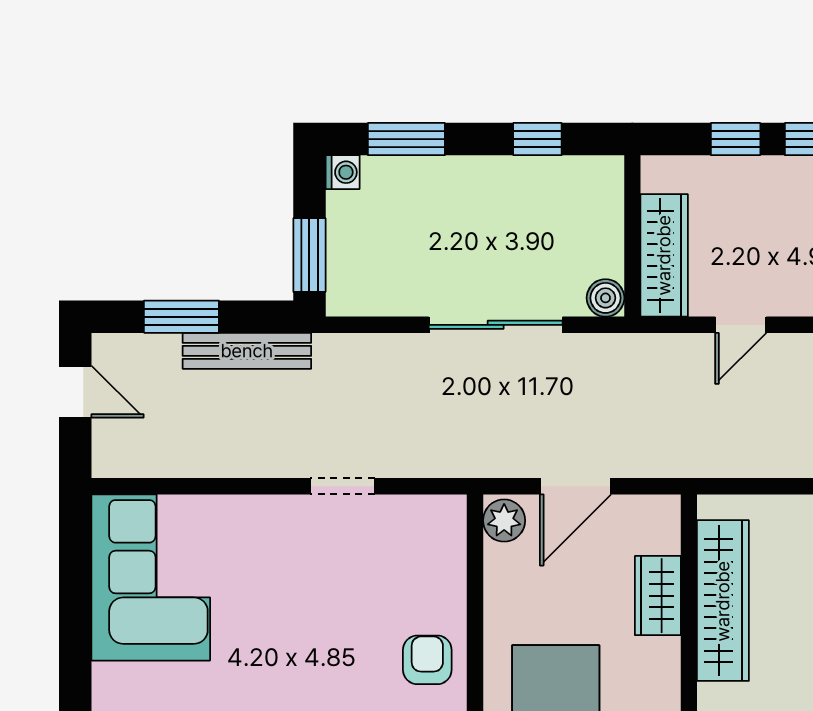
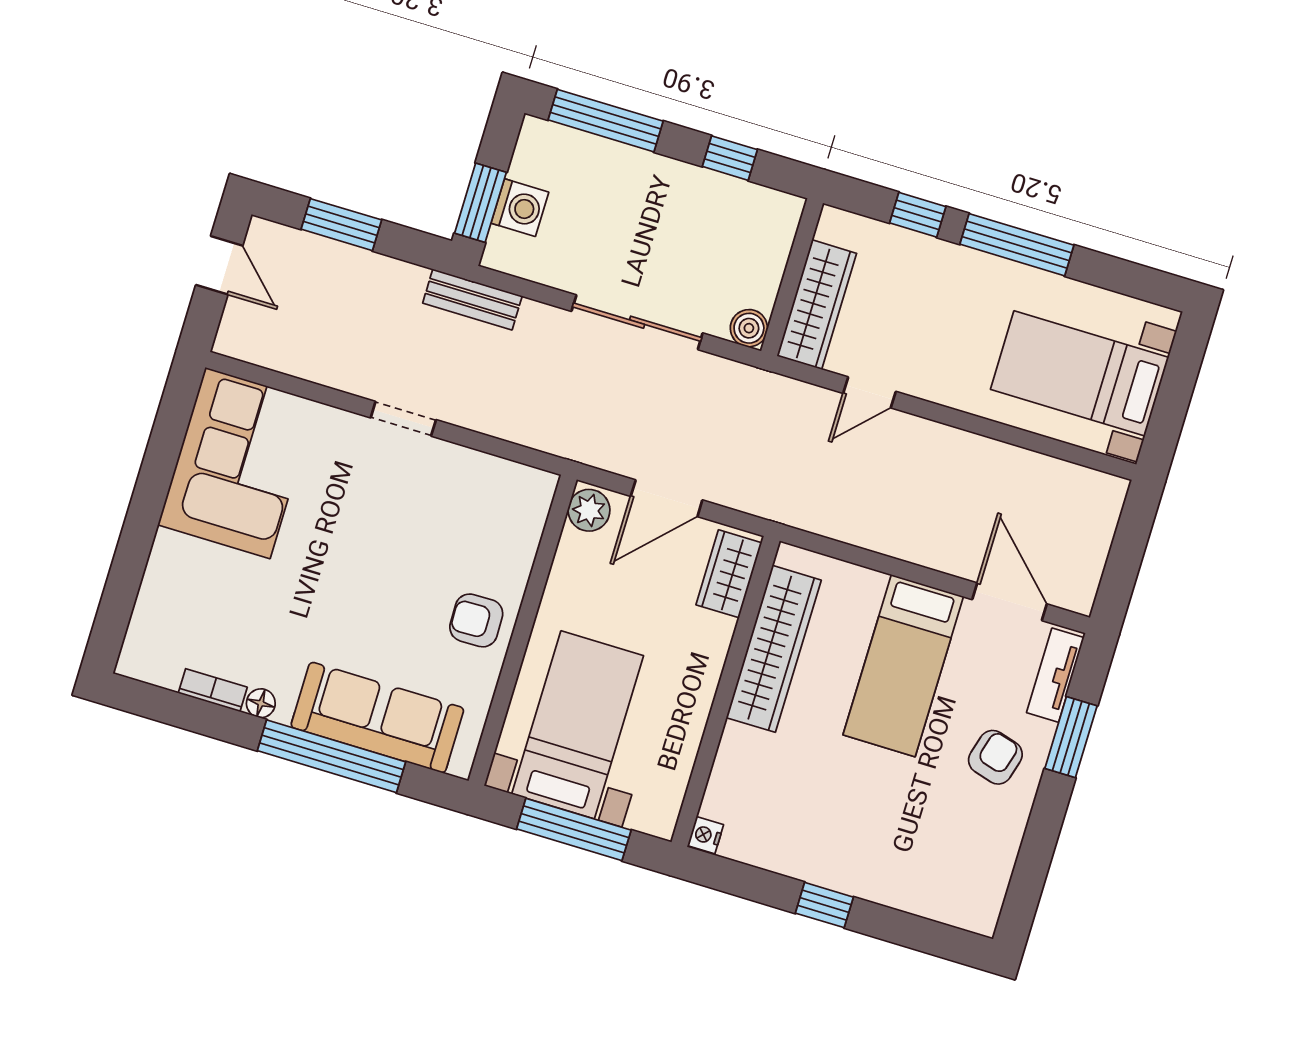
window: (406, 139) -> (606, 121), width x1.44
washing machine: (343, 172) -> (520, 208), moved, width x1.38, depth x1.38
bench: (247, 351) -> (472, 299), moved, width x0.73
doorway: (343, 486) -> (403, 419), moved
wardrobe: (658, 596) -> (729, 574), moved
armchair: (427, 660) -> (476, 620), turned -91

